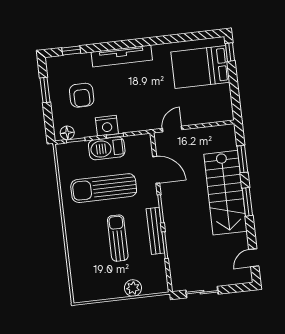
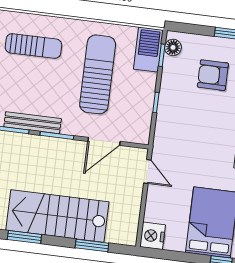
nightstand: (107, 126) -> (153, 236), moved
barbecue: (107, 148) -> (148, 49), moved
window: (247, 202) -> (24, 237), moved
sun lounger: (118, 238) -> (33, 46), moved

